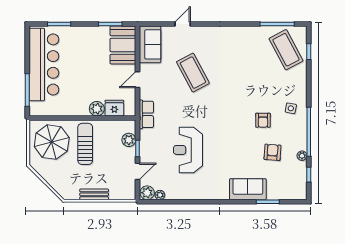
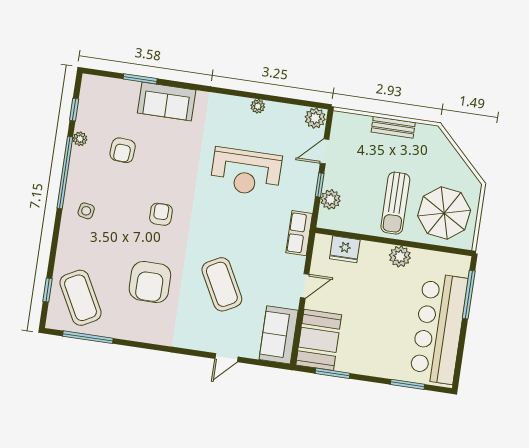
armchair: (241, 67) -> (150, 282), added
plant: (97, 109) -> (400, 256), moved
armchair: (263, 120) -> (161, 214), moved
reception desk: (188, 150) -> (246, 172), turned 90
plant: (160, 195) -> (258, 106), moved

